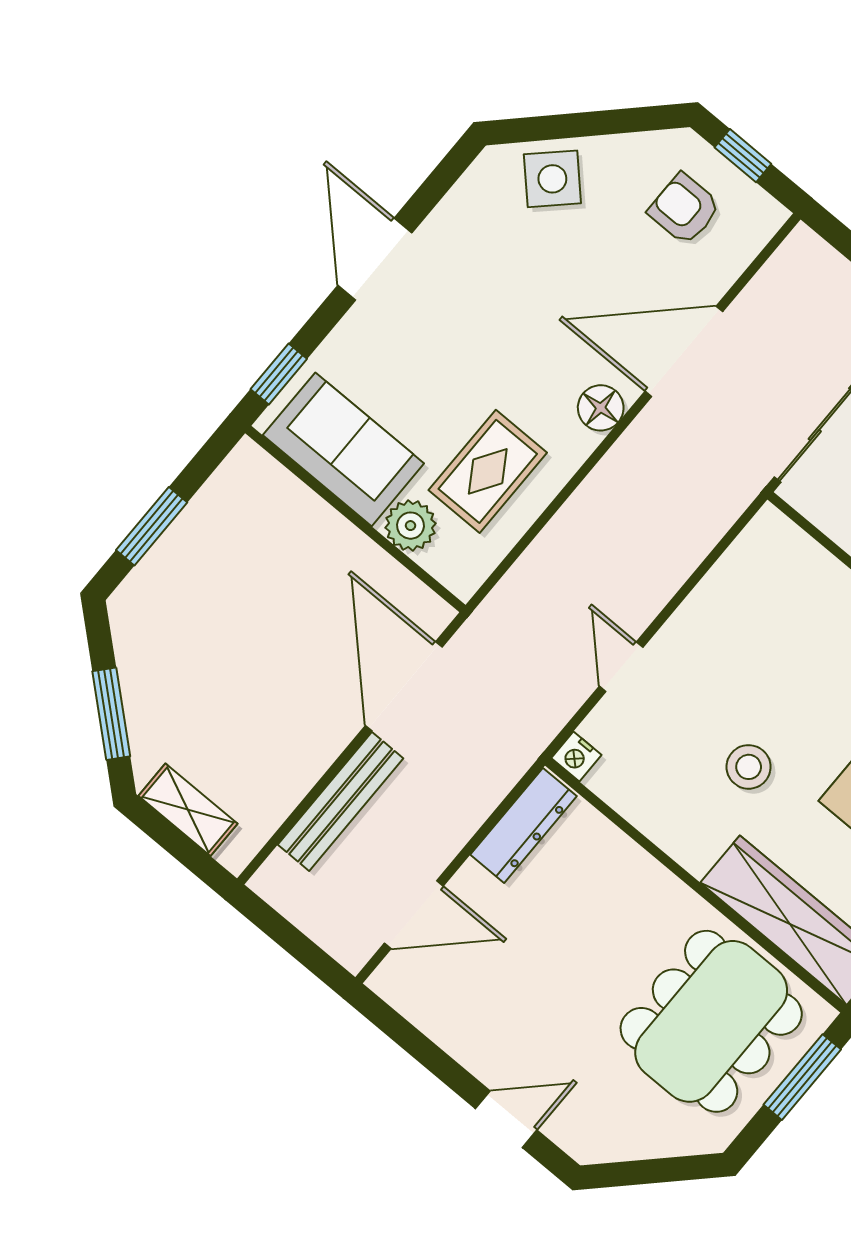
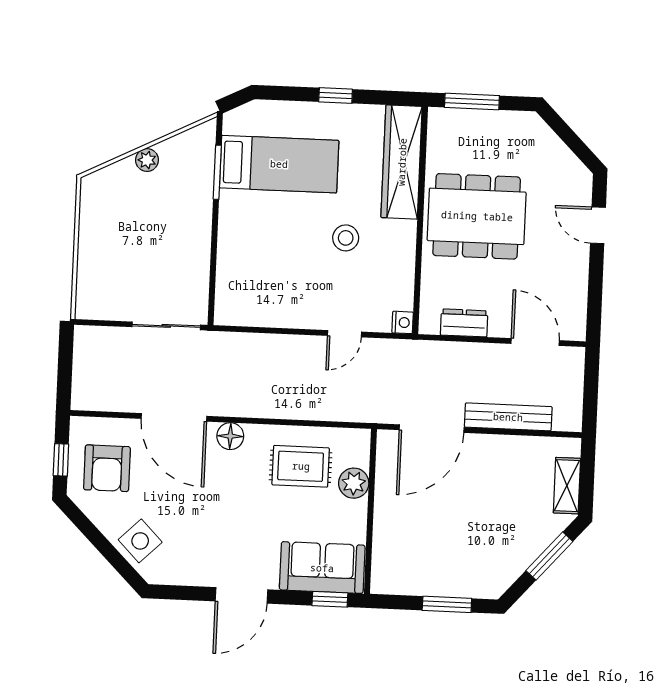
armchair: (684, 209) -> (107, 468), width x1.38, depth x1.38
sofa: (343, 449) -> (322, 568), moved, turned 90
dresser: (524, 825) -> (464, 323), width x0.70
dining table: (711, 1021) -> (477, 216), moved

